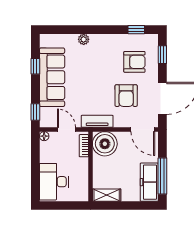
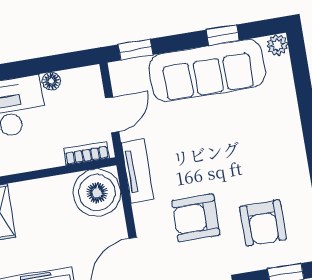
plant: (84, 39) -> (277, 45), moved
floor lamp: (44, 136) -> (51, 81), moved

